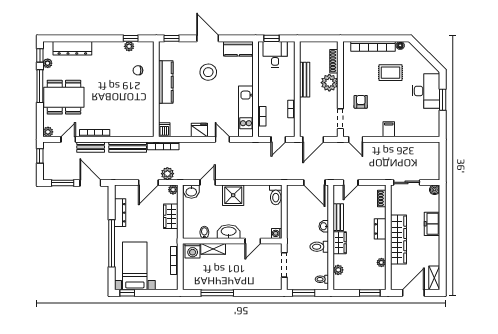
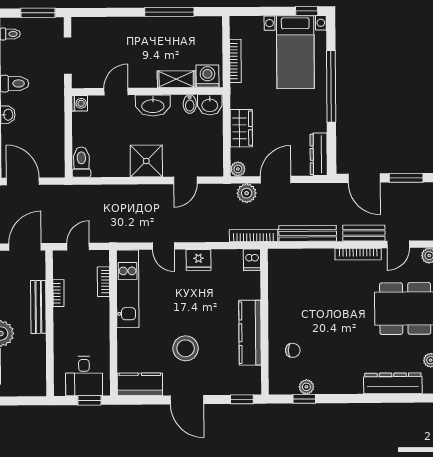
bench: (305, 80) -> (38, 307), moved
washbasin: (191, 192) -> (210, 105), moved, turned 180
dresser: (120, 213) -> (319, 154), moved

